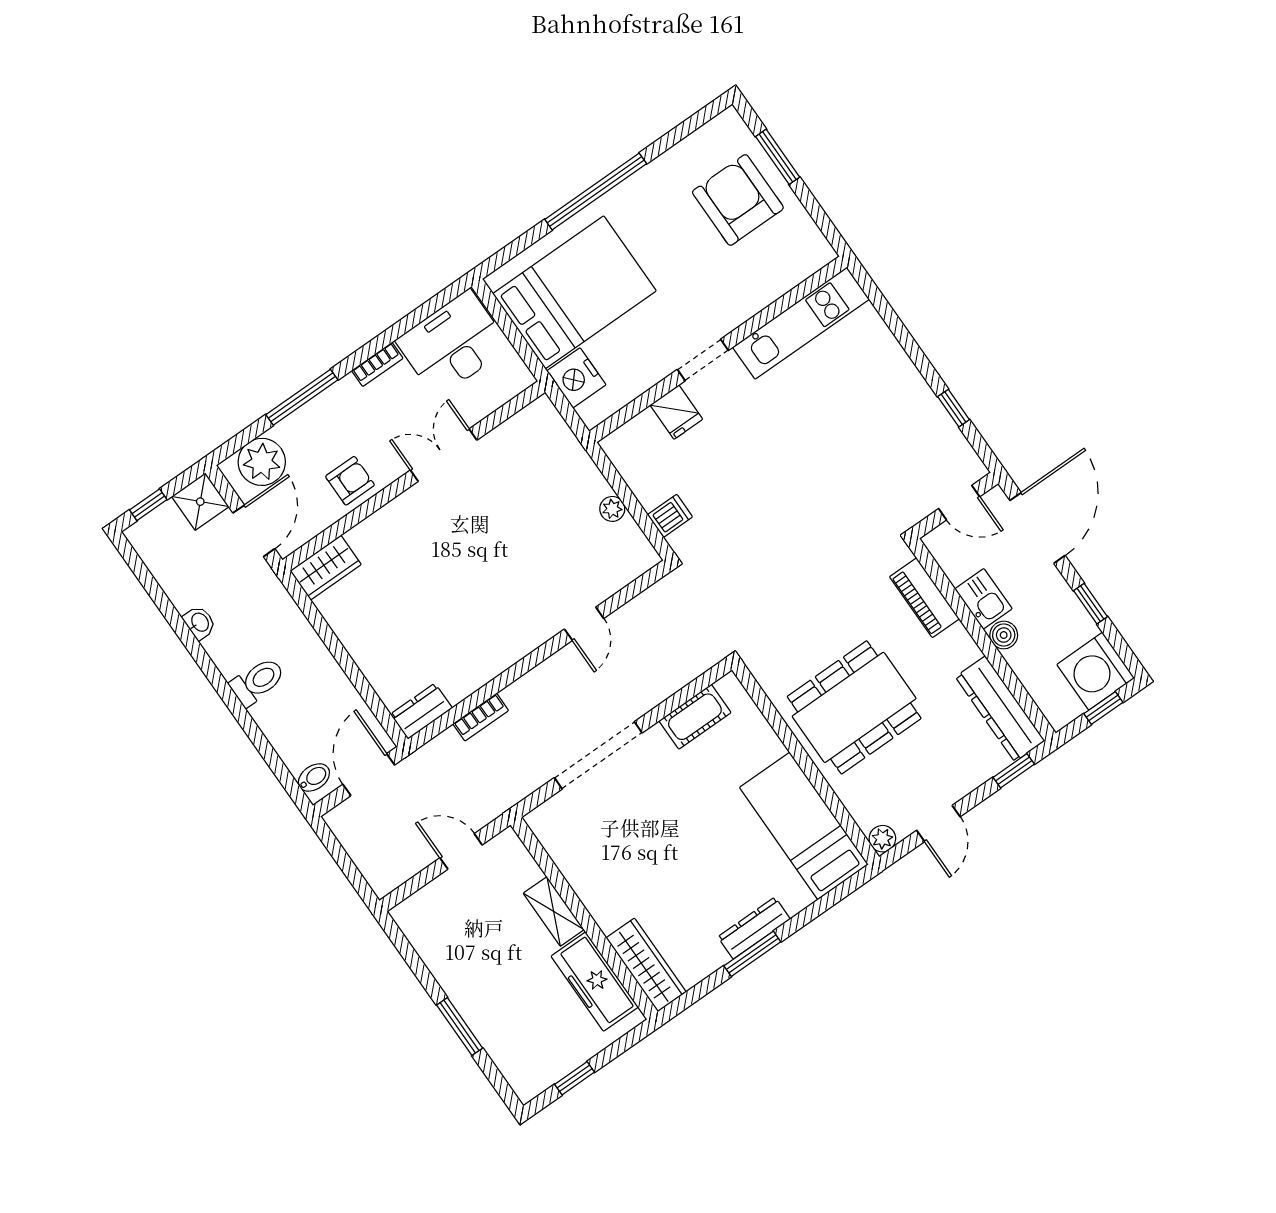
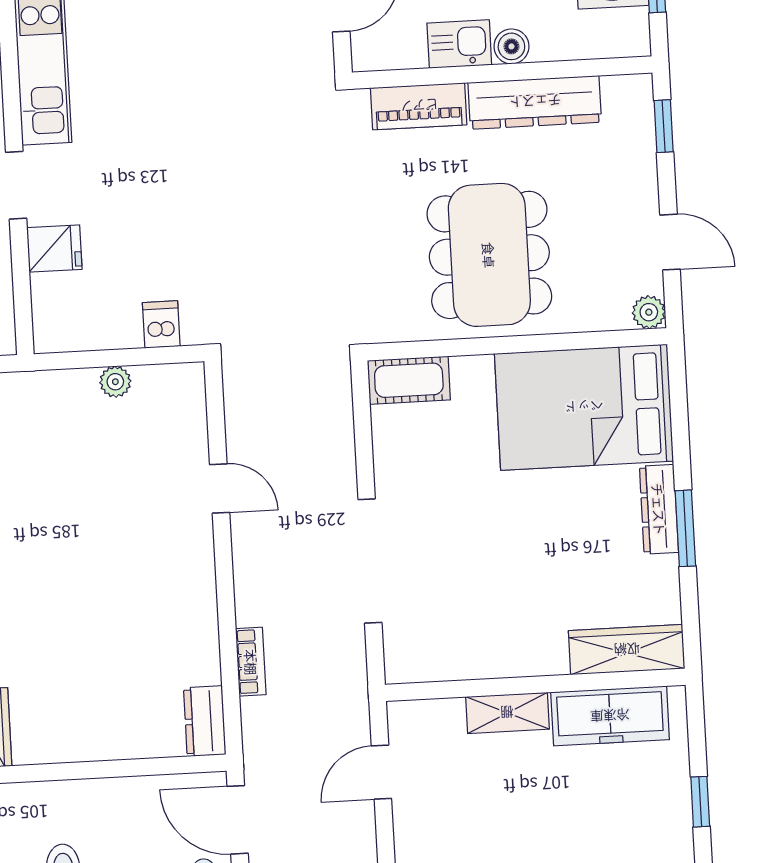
dresser: (1000, 709) -> (535, 102), moved
cot: (695, 717) -> (409, 380), moved, turned 90
bed: (804, 826) -> (584, 407), width x1.50

